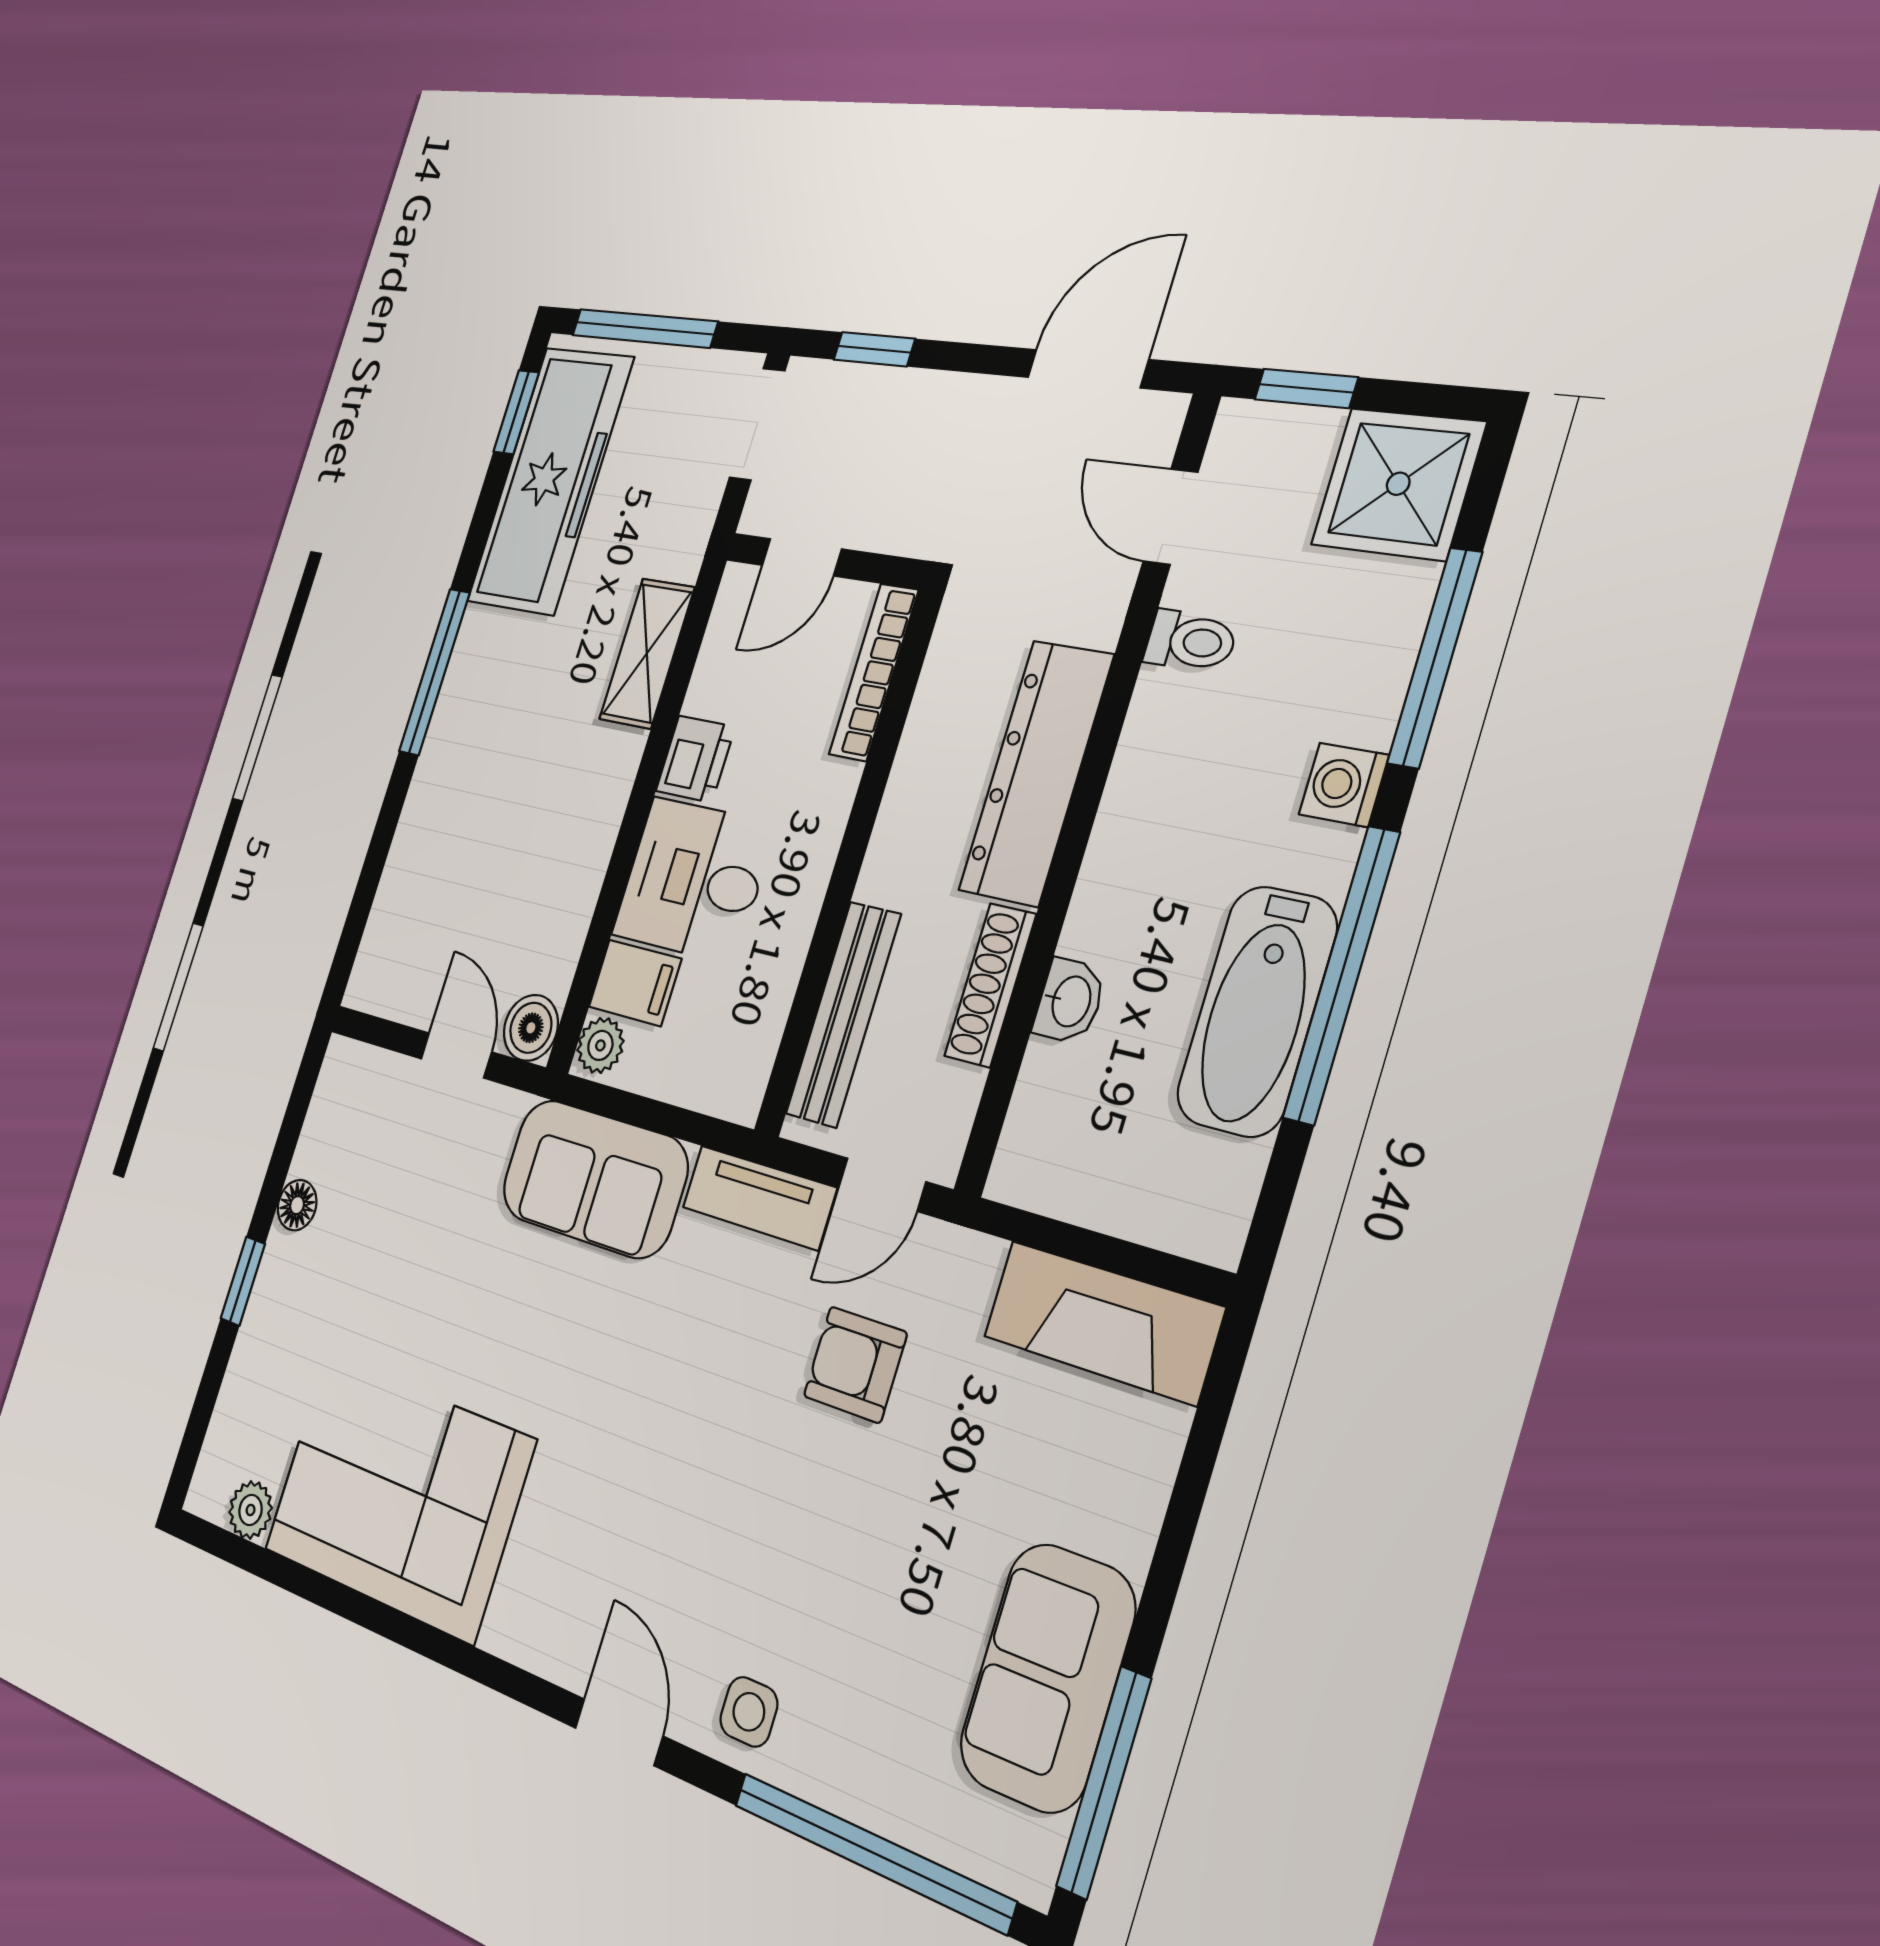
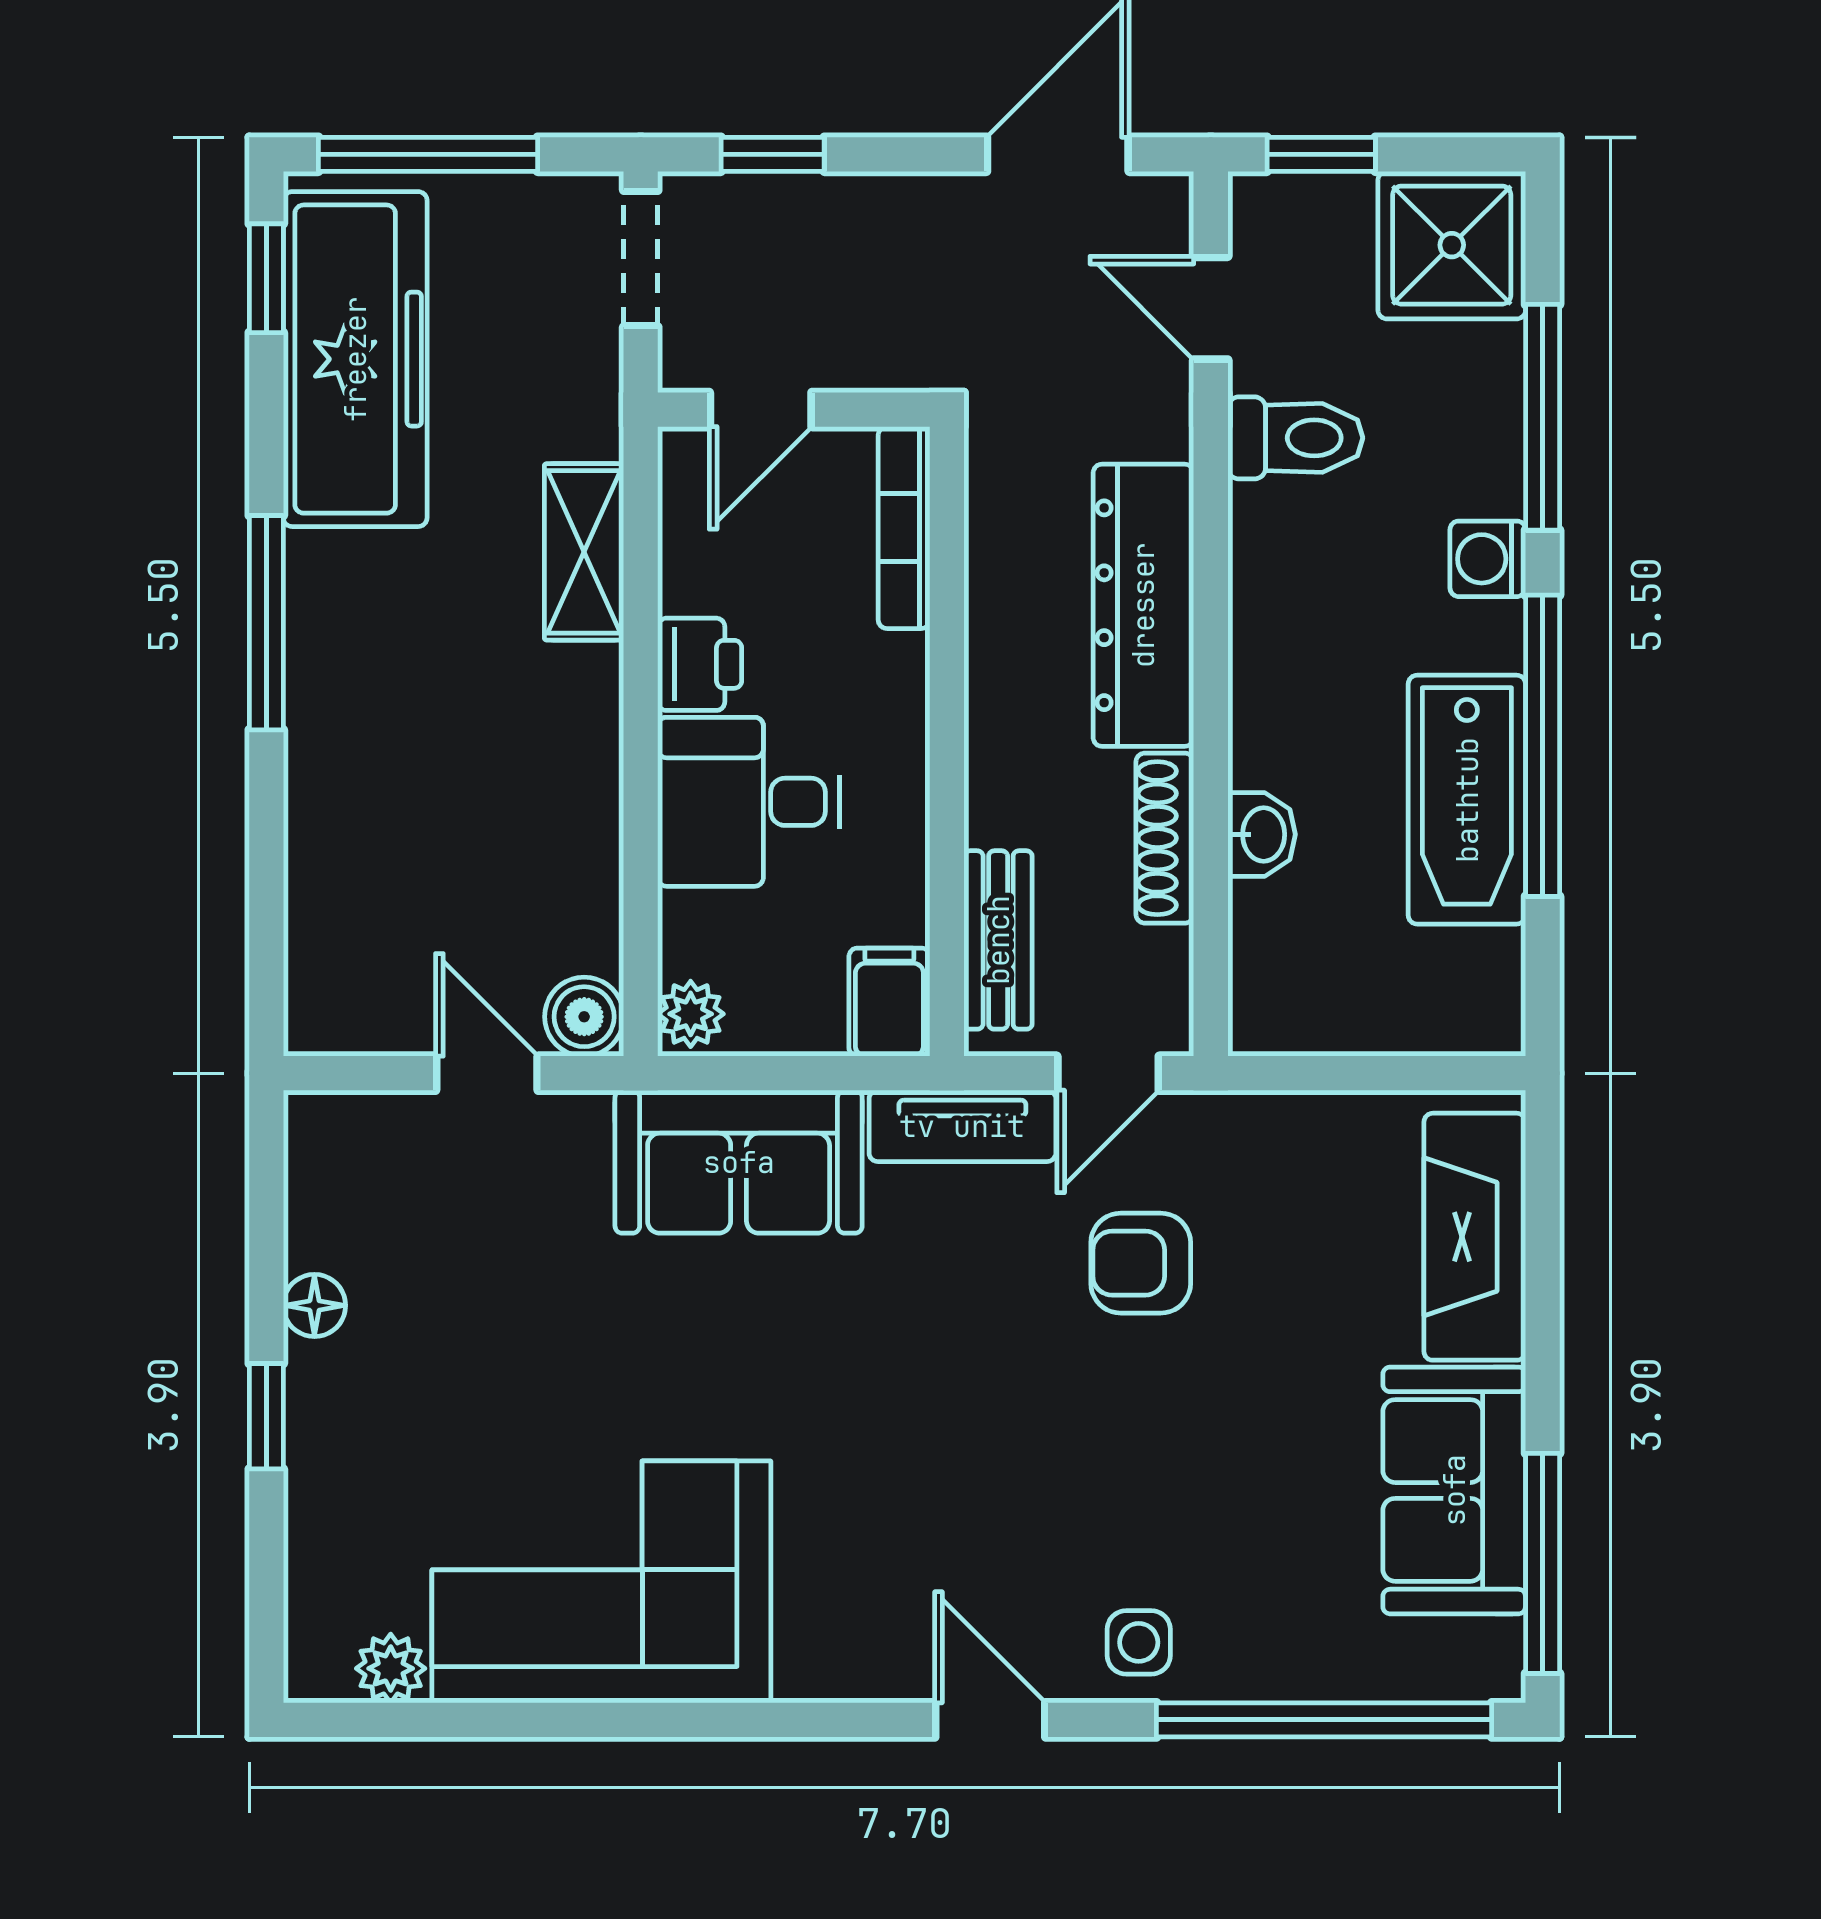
toilet: (1191, 641) -> (1295, 438), width x1.37, depth x1.39
filing cabinet: (635, 983) -> (889, 1002), moved, turned -90
bench: (843, 1014) -> (998, 940), width x0.73
fireplace: (1103, 1322) -> (1475, 1237), moved, turned 90

